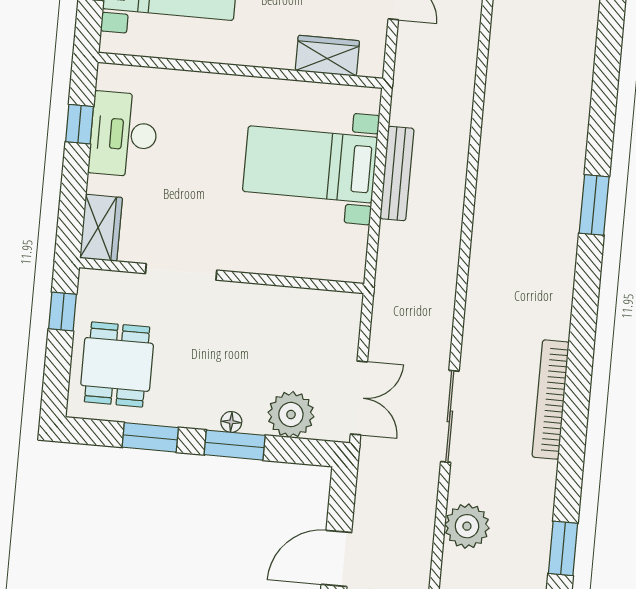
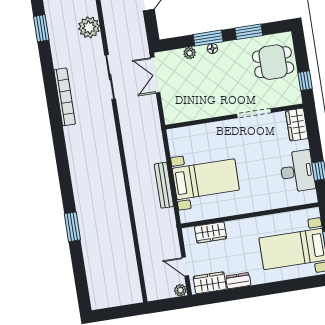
window: (594, 205) -> (72, 227), moved
dining table: (117, 364) -> (273, 62), turned 90
plant: (291, 415) -> (190, 53), width x0.53, depth x0.53

